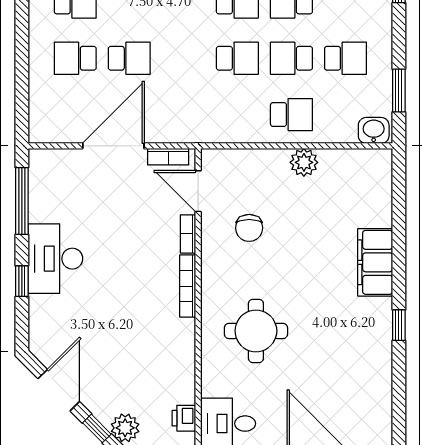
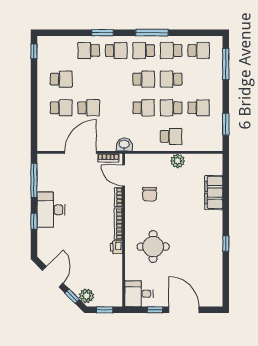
school desk: (75, 58) -> (61, 108), turned 180
washbasin: (374, 130) -> (124, 145), moved
filing cabinet: (375, 262) -> (214, 193), moved
printer: (184, 418) -> (116, 247), moved

